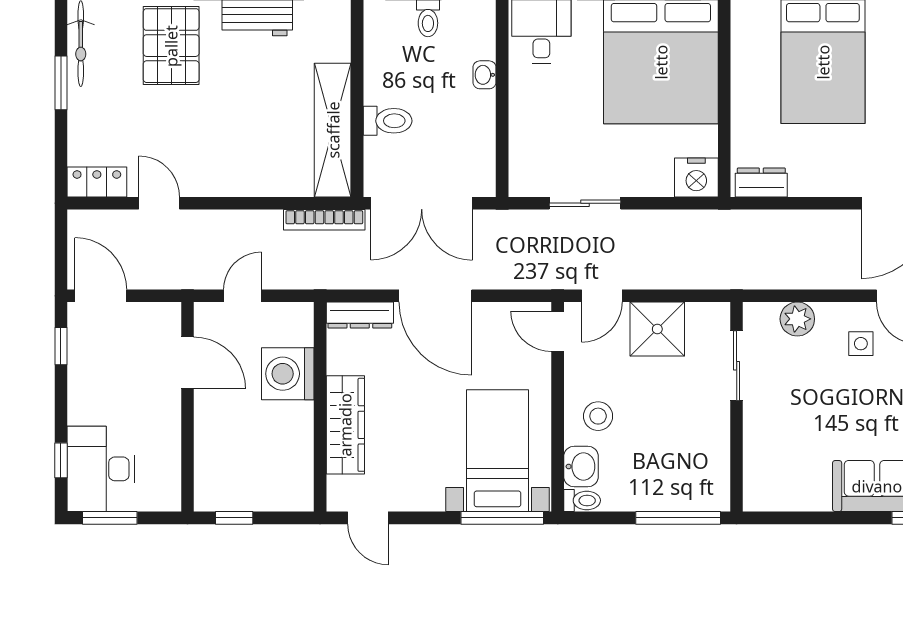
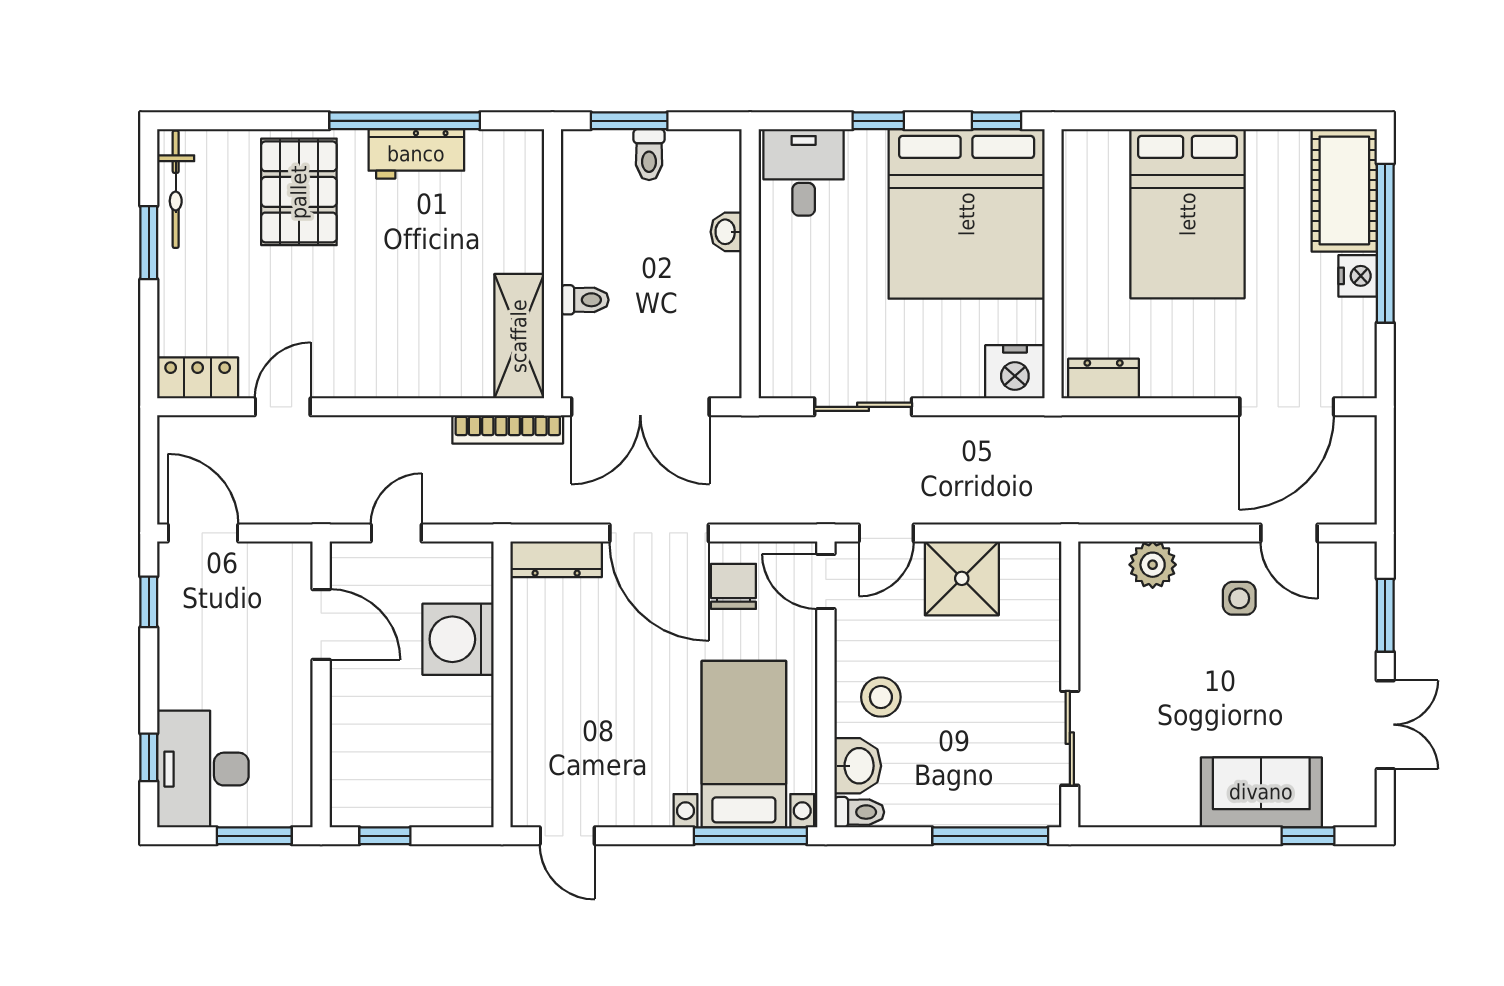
toilet: (388, 121) -> (585, 300), width x0.73, depth x0.72
shelving: (333, 130) -> (519, 336), width x0.68
door: (159, 203) -> (283, 407), hinge flipped
chair: (490, 335) -> (733, 586), added
sliding door: (737, 366) -> (1070, 738), moved
wardrobe: (345, 425) -> (536, 709), removed
window: (110, 518) -> (254, 836), moved

